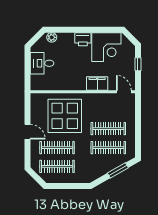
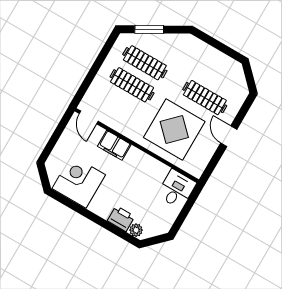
printer: (83, 39) -> (121, 219), moved
desk: (42, 63) -> (177, 189), moved, turned -90
window: (138, 64) -> (53, 140), removed
clothes rail: (57, 166) -> (218, 75), removed

